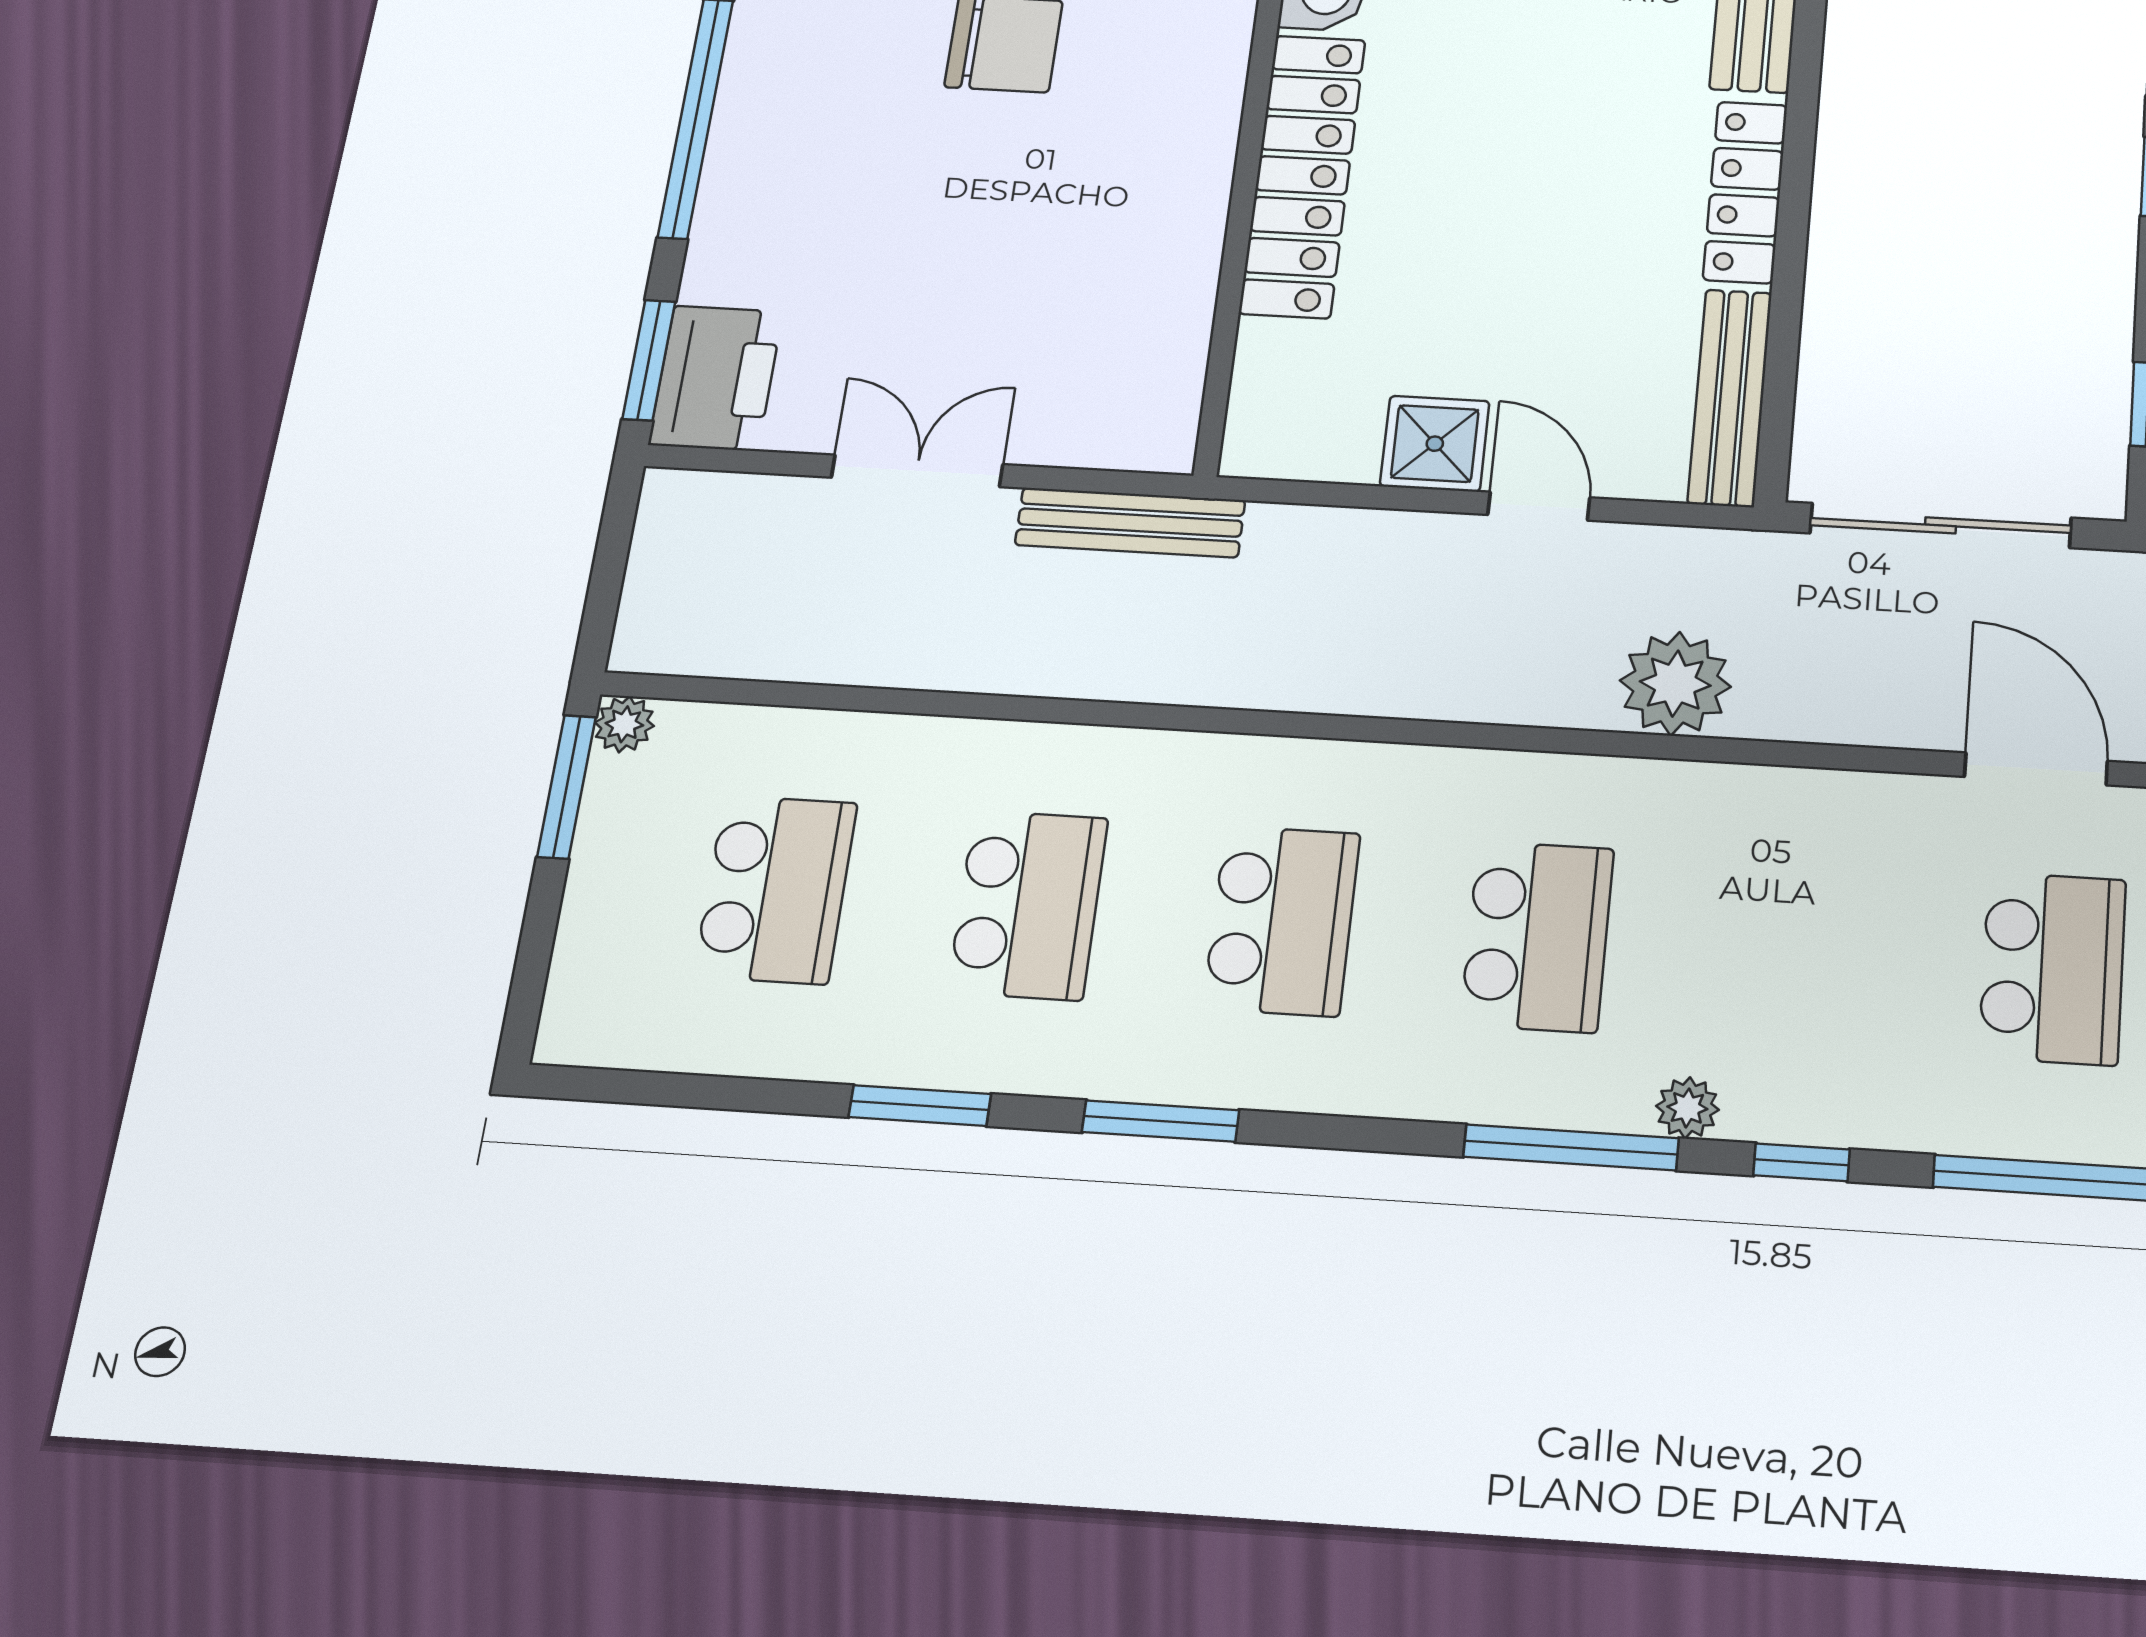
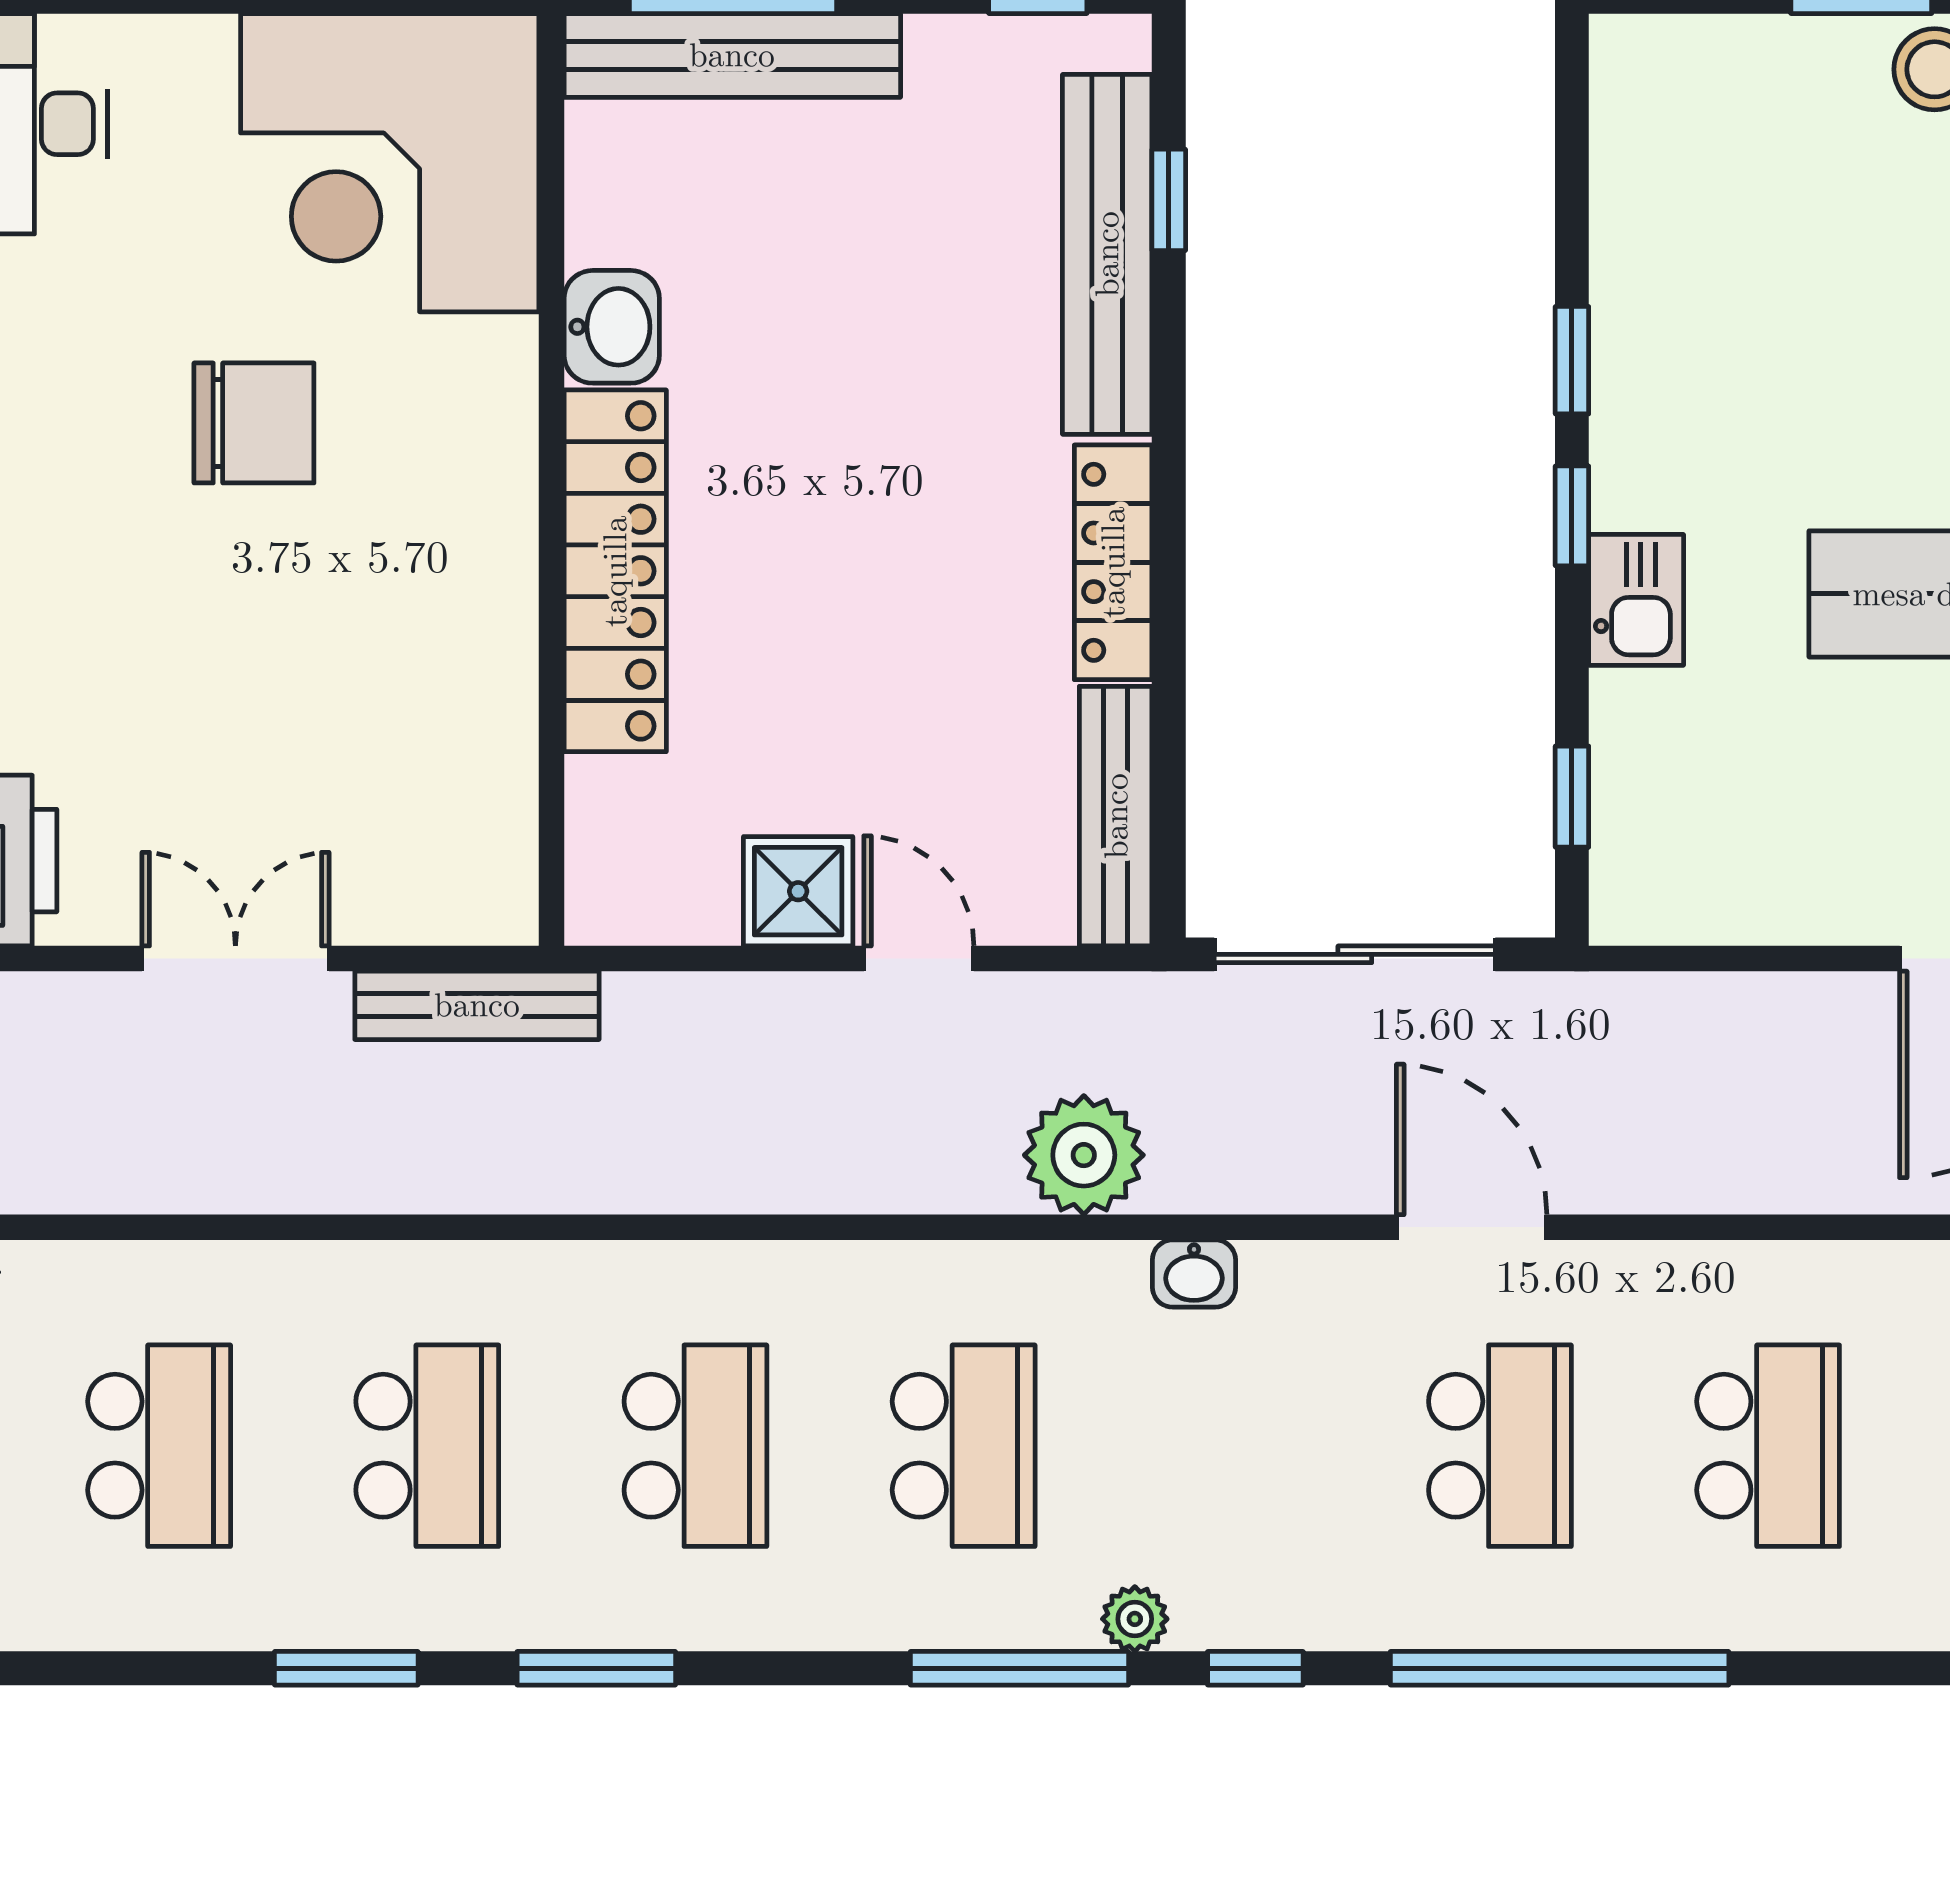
washbasin: (1770, 794) -> (1194, 1274), added

